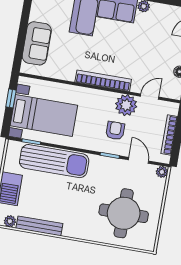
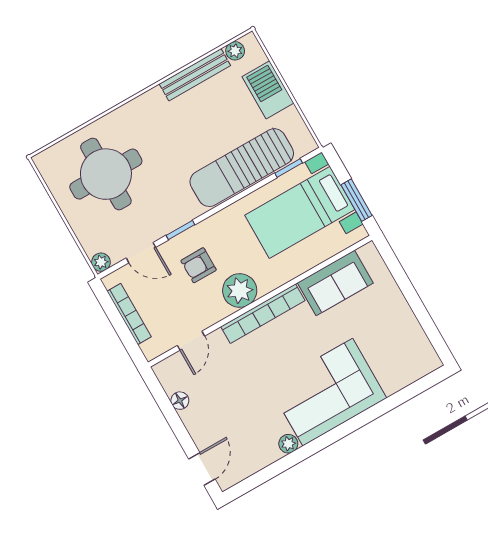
sofa: (37, 43) -> (335, 283), moved, turned -90
window: (11, 98) -> (356, 200), width x1.50
plant: (126, 105) -> (240, 290), moved
armchair: (115, 131) -> (199, 265), turned 90

